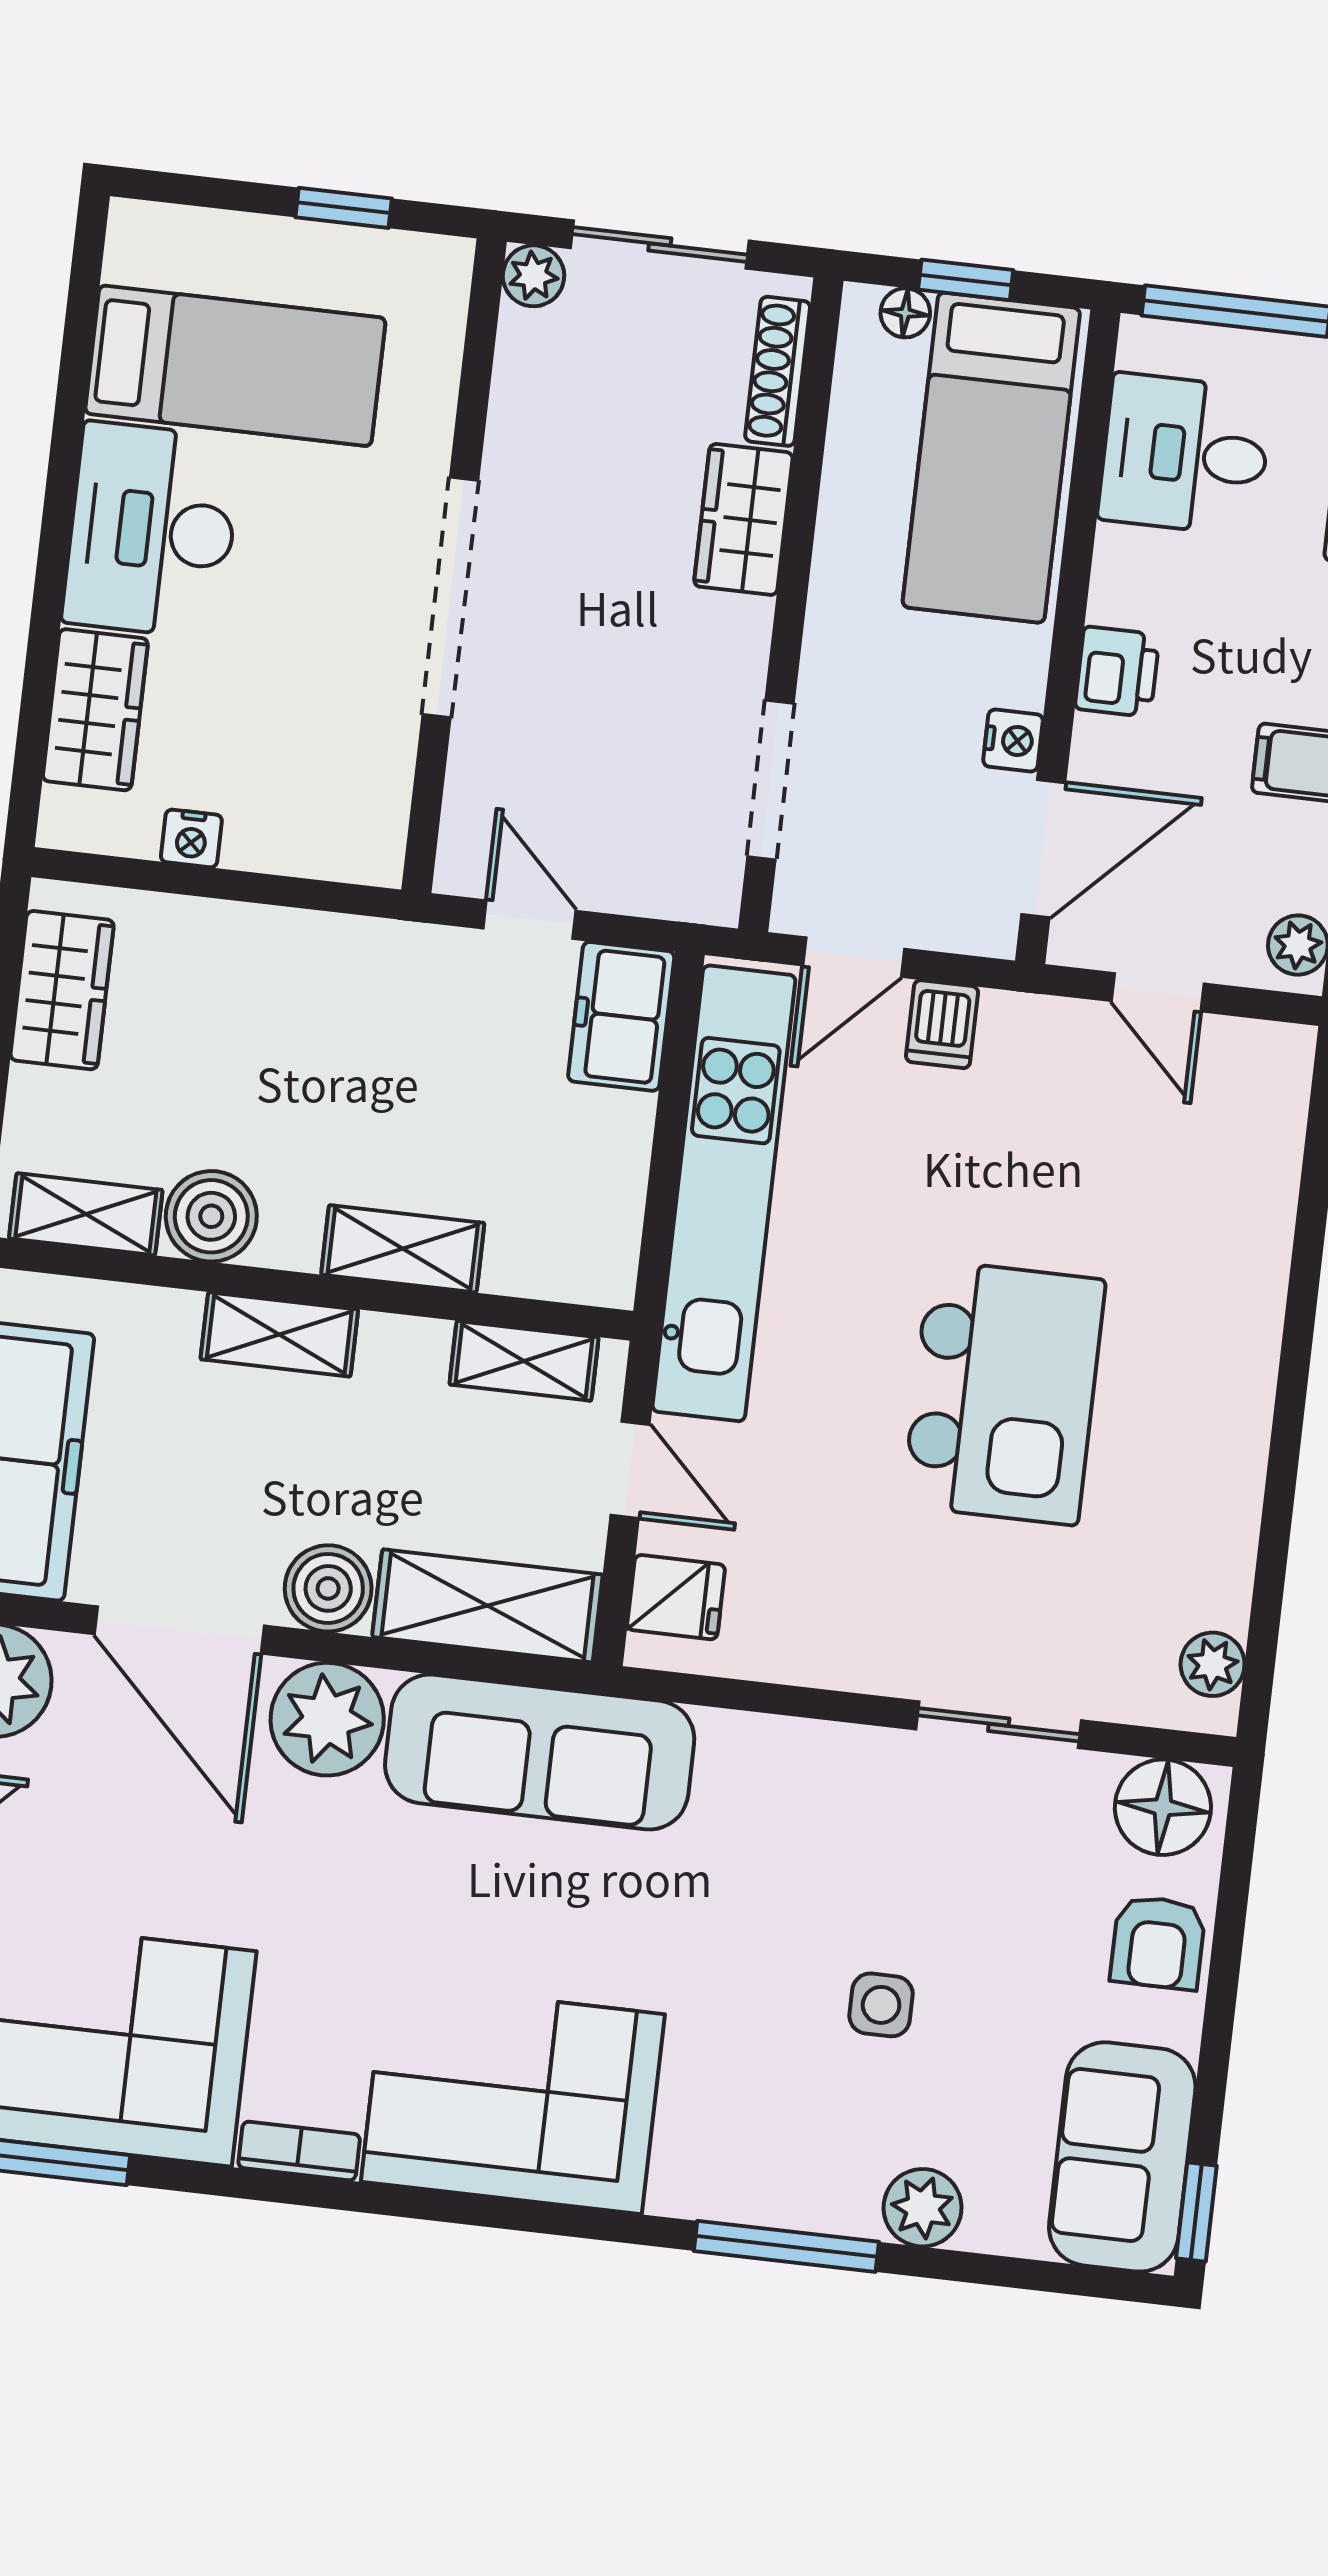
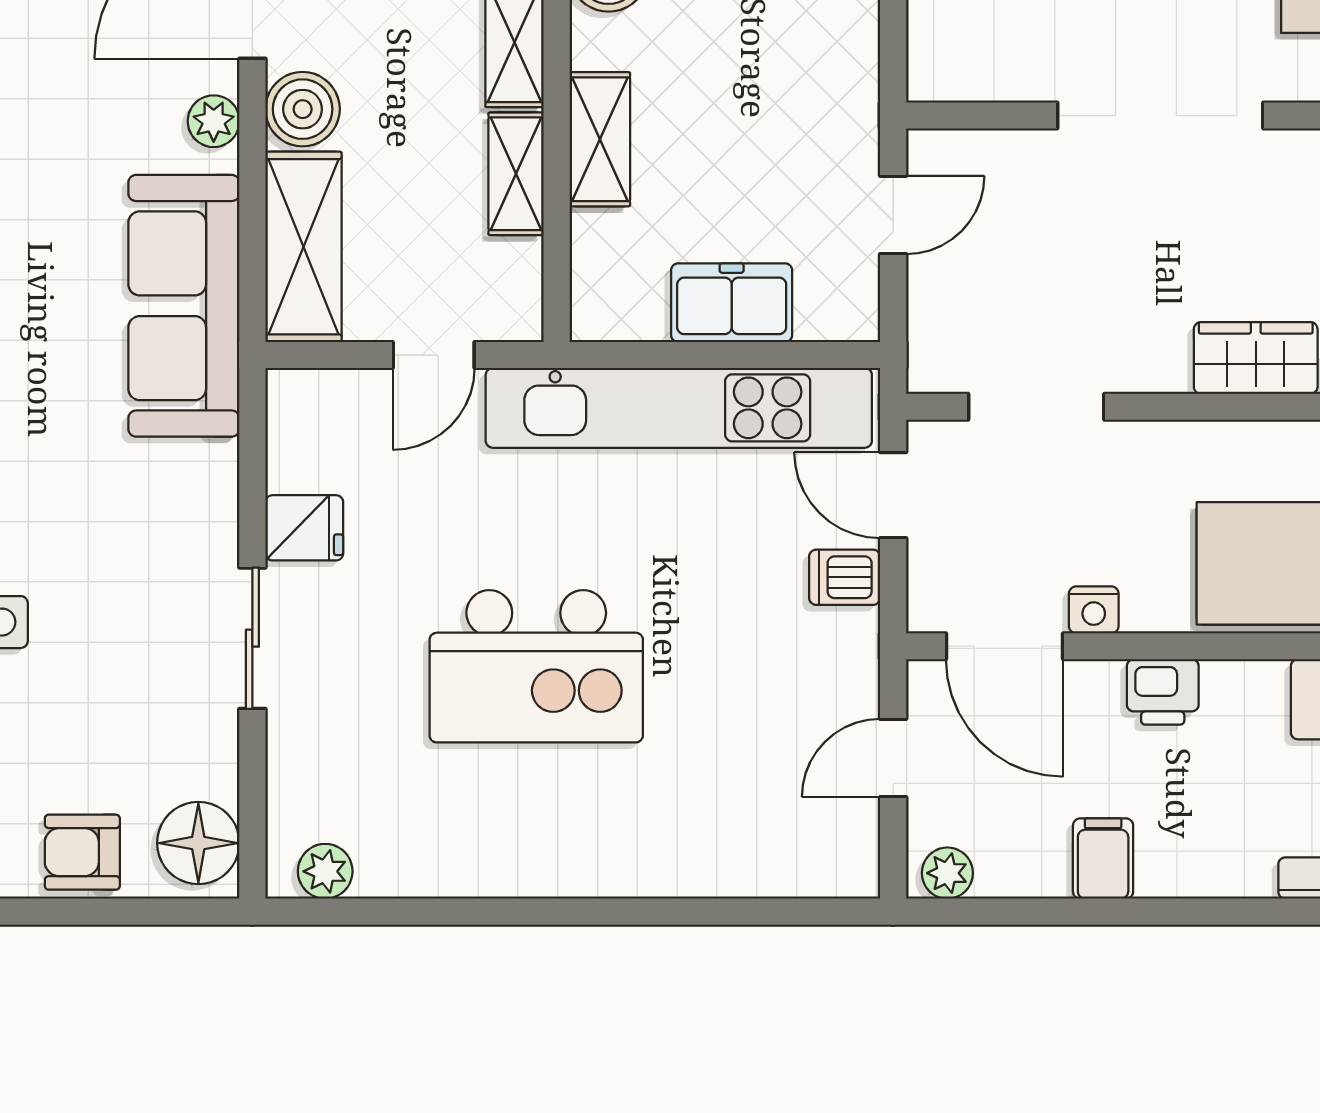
freezer: (621, 1016) -> (732, 303), moved
shelving: (524, 1361) -> (516, 174), moved
fridge: (676, 1597) -> (304, 528), moved, turned -90
plant: (327, 1719) -> (214, 121), width x0.53, depth x0.53
sliding door: (999, 1725) -> (252, 638), moved

